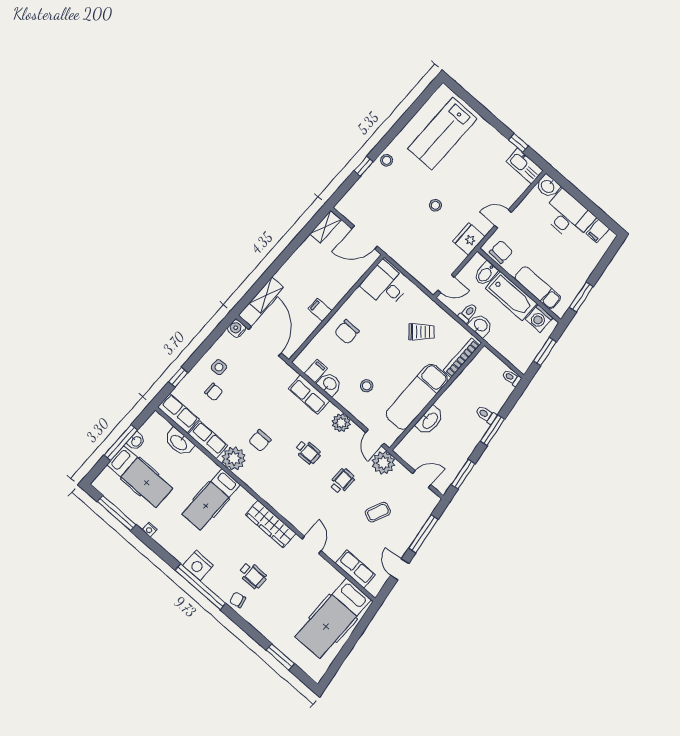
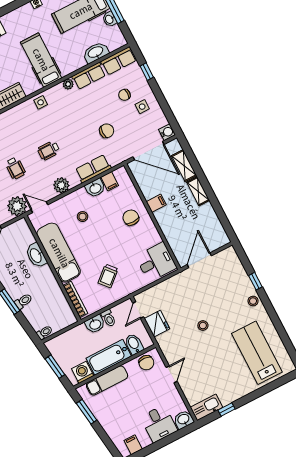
desk: (568, 216) -> (159, 424), width x0.73
shelving: (326, 227) -> (198, 191), moved
fridge: (469, 239) -> (157, 324), moved
chair: (260, 441) -> (107, 131), moved, turned 90
plant: (234, 458) -> (68, 84), width x0.53, depth x0.53
side table: (258, 482) -> (41, 102), added

